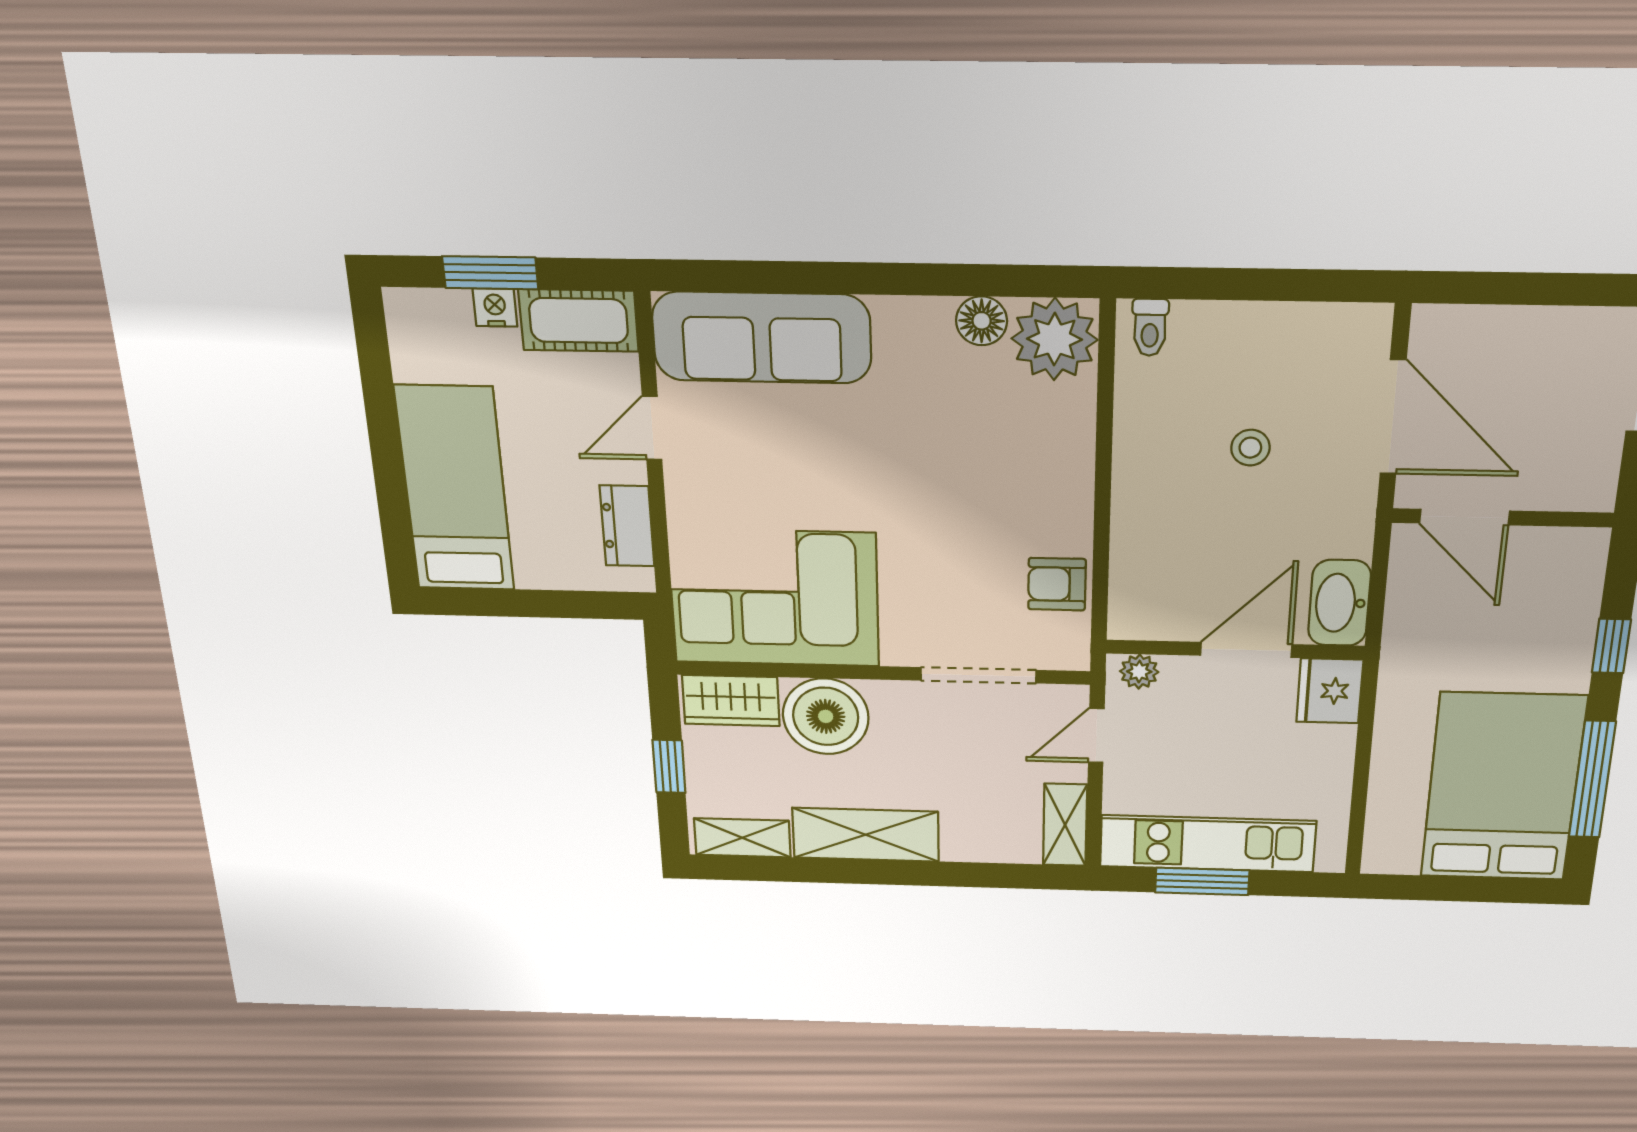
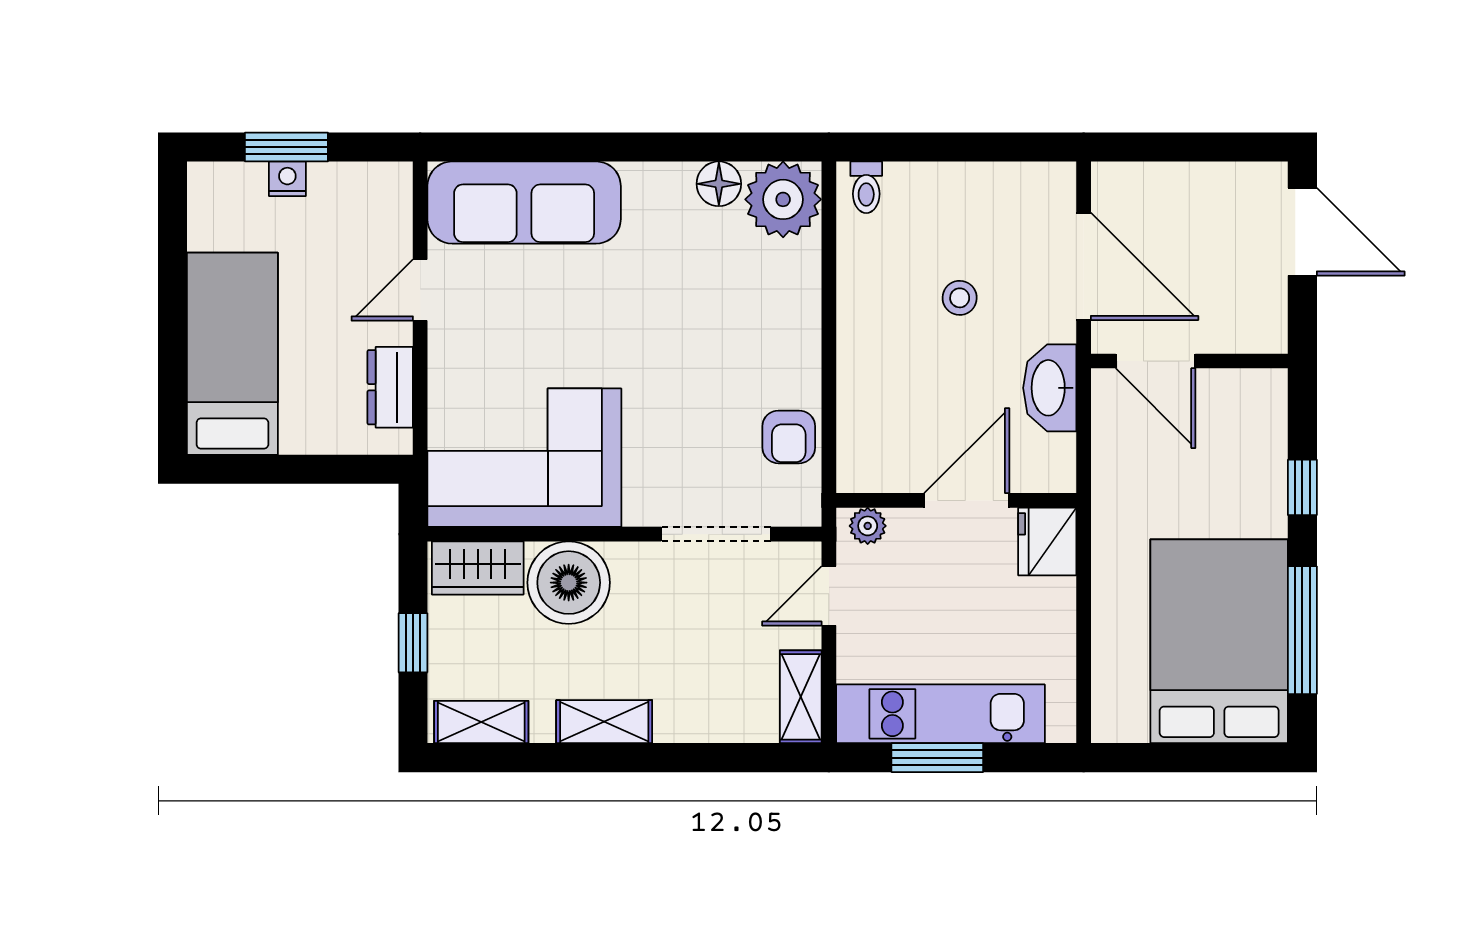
cot: (579, 321) -> (361, 190), removed
armchair: (1057, 584) -> (789, 437), turned -90
washbasin: (1340, 603) -> (1050, 388), moved
shelving: (866, 835) -> (604, 722), width x0.67, depth x0.75

